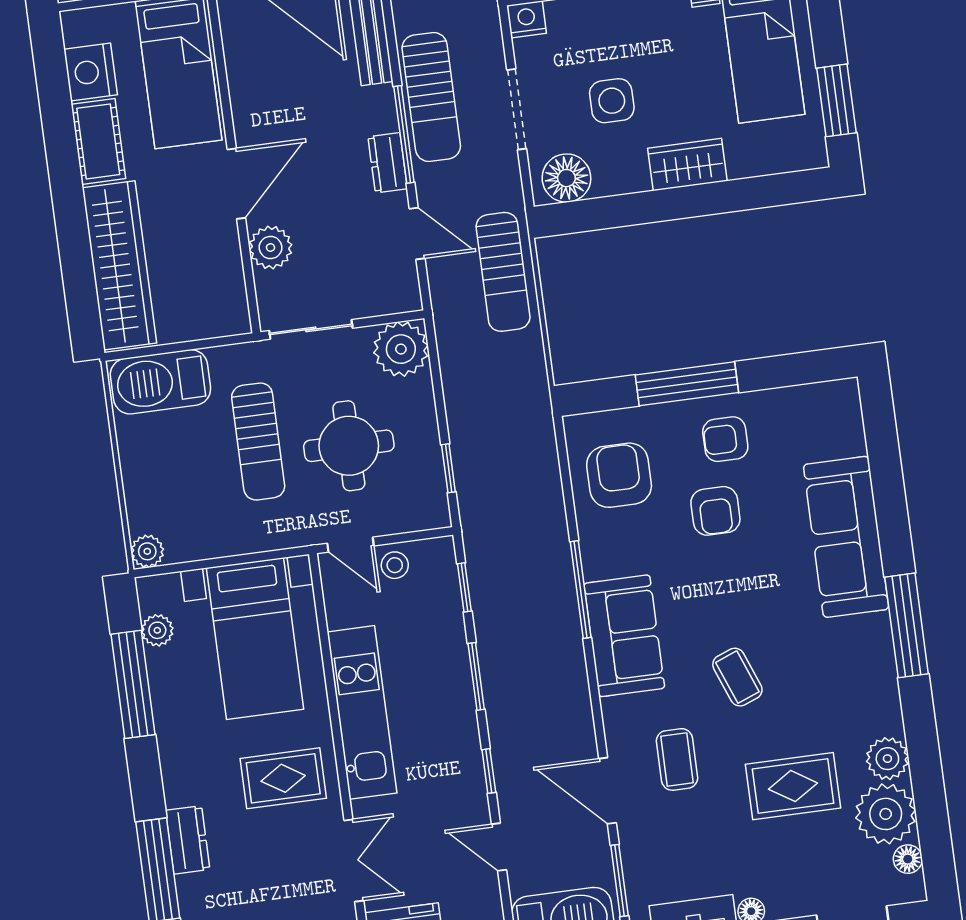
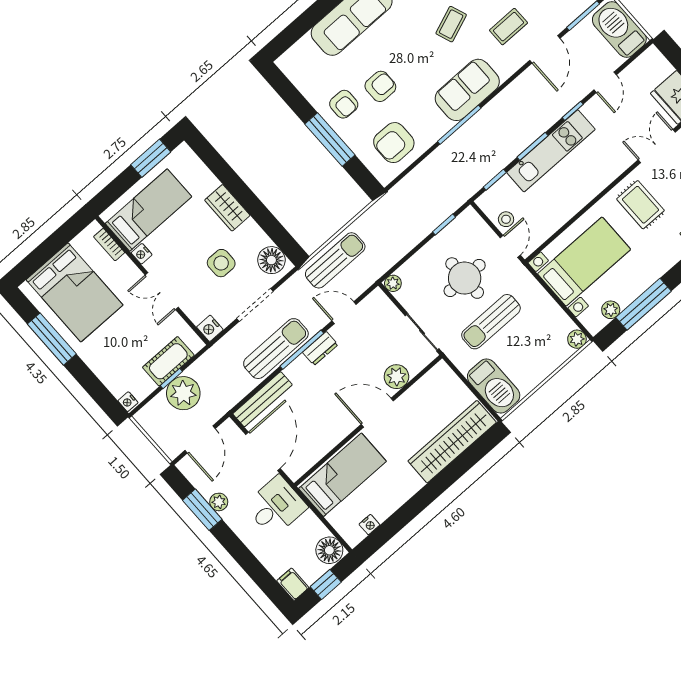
nightstand: (90, 72) -> (369, 525), width x0.53, depth x0.56
cot: (98, 141) -> (401, 490), removed
door: (417, 233) -> (344, 313), hinge flipped
plant: (401, 349) -> (393, 283), width x0.53, depth x0.53
sun lounger: (258, 442) -> (491, 322), turned 180
kitchen unit: (362, 712) -> (551, 151), moved, turned 180

